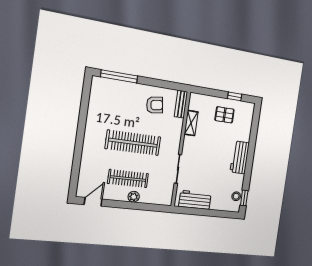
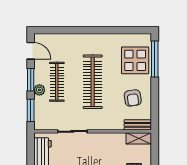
display table: (118, 97) -> (135, 60), added
shelving: (191, 123) -> (139, 138), moved
window: (122, 205) -> (31, 80), added
window: (152, 207) -> (31, 110), added

